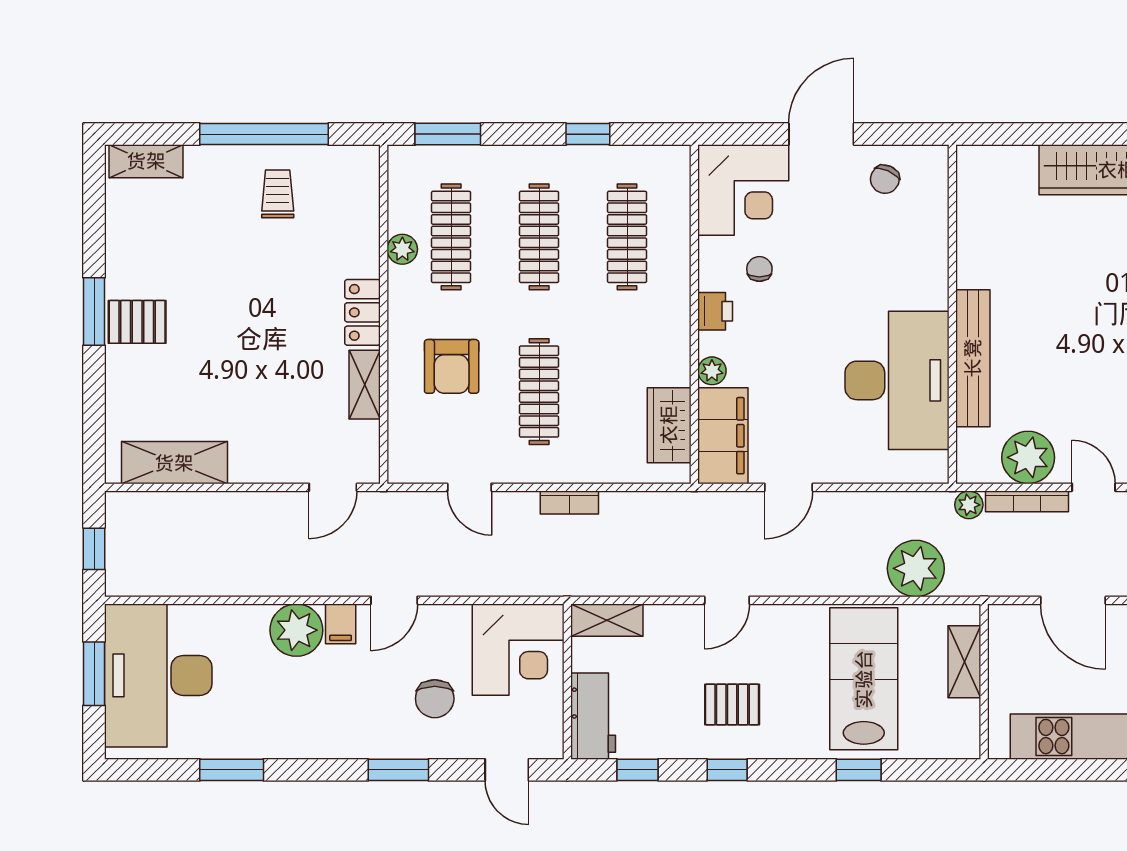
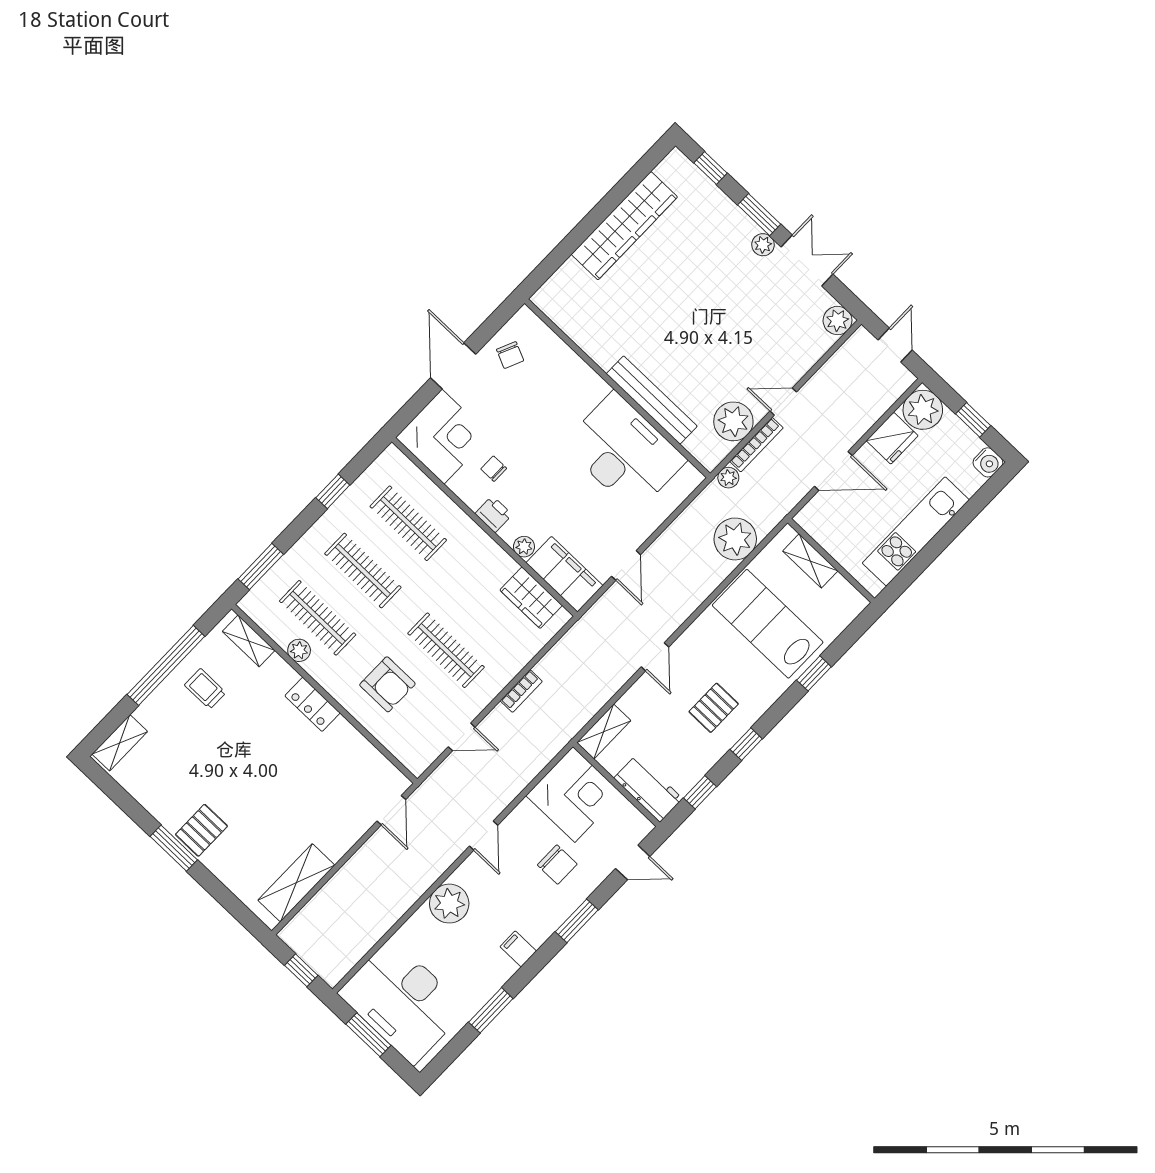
shelving: (365, 385) -> (249, 641), moved
filing cabinet: (341, 624) -> (518, 949), moved, turned 180

